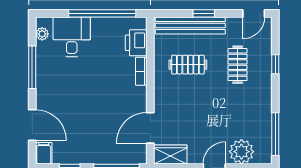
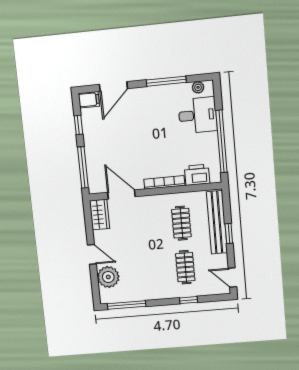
clothes rail: (238, 65) -> (185, 267), turned 90
bookcase: (141, 71) -> (164, 182), width x1.56

